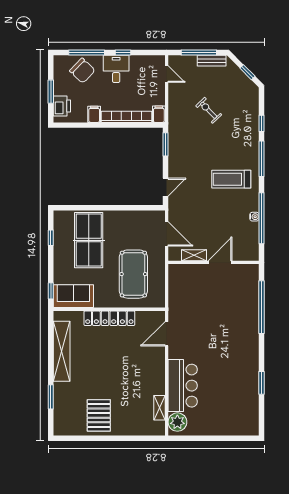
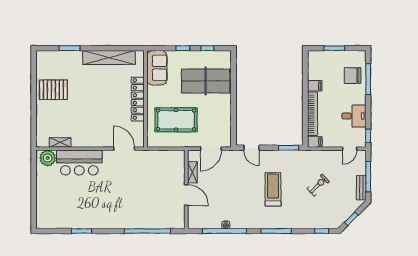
window: (123, 53) -> (368, 136), moved
desk: (116, 69) -> (354, 116), moved
chair: (82, 71) -> (353, 76), turned 46
printer: (62, 106) -> (322, 58), removed
window: (262, 123) -> (322, 231), moved
treadmill: (231, 179) -> (273, 189), moved
window: (51, 291) -> (183, 48), moved

